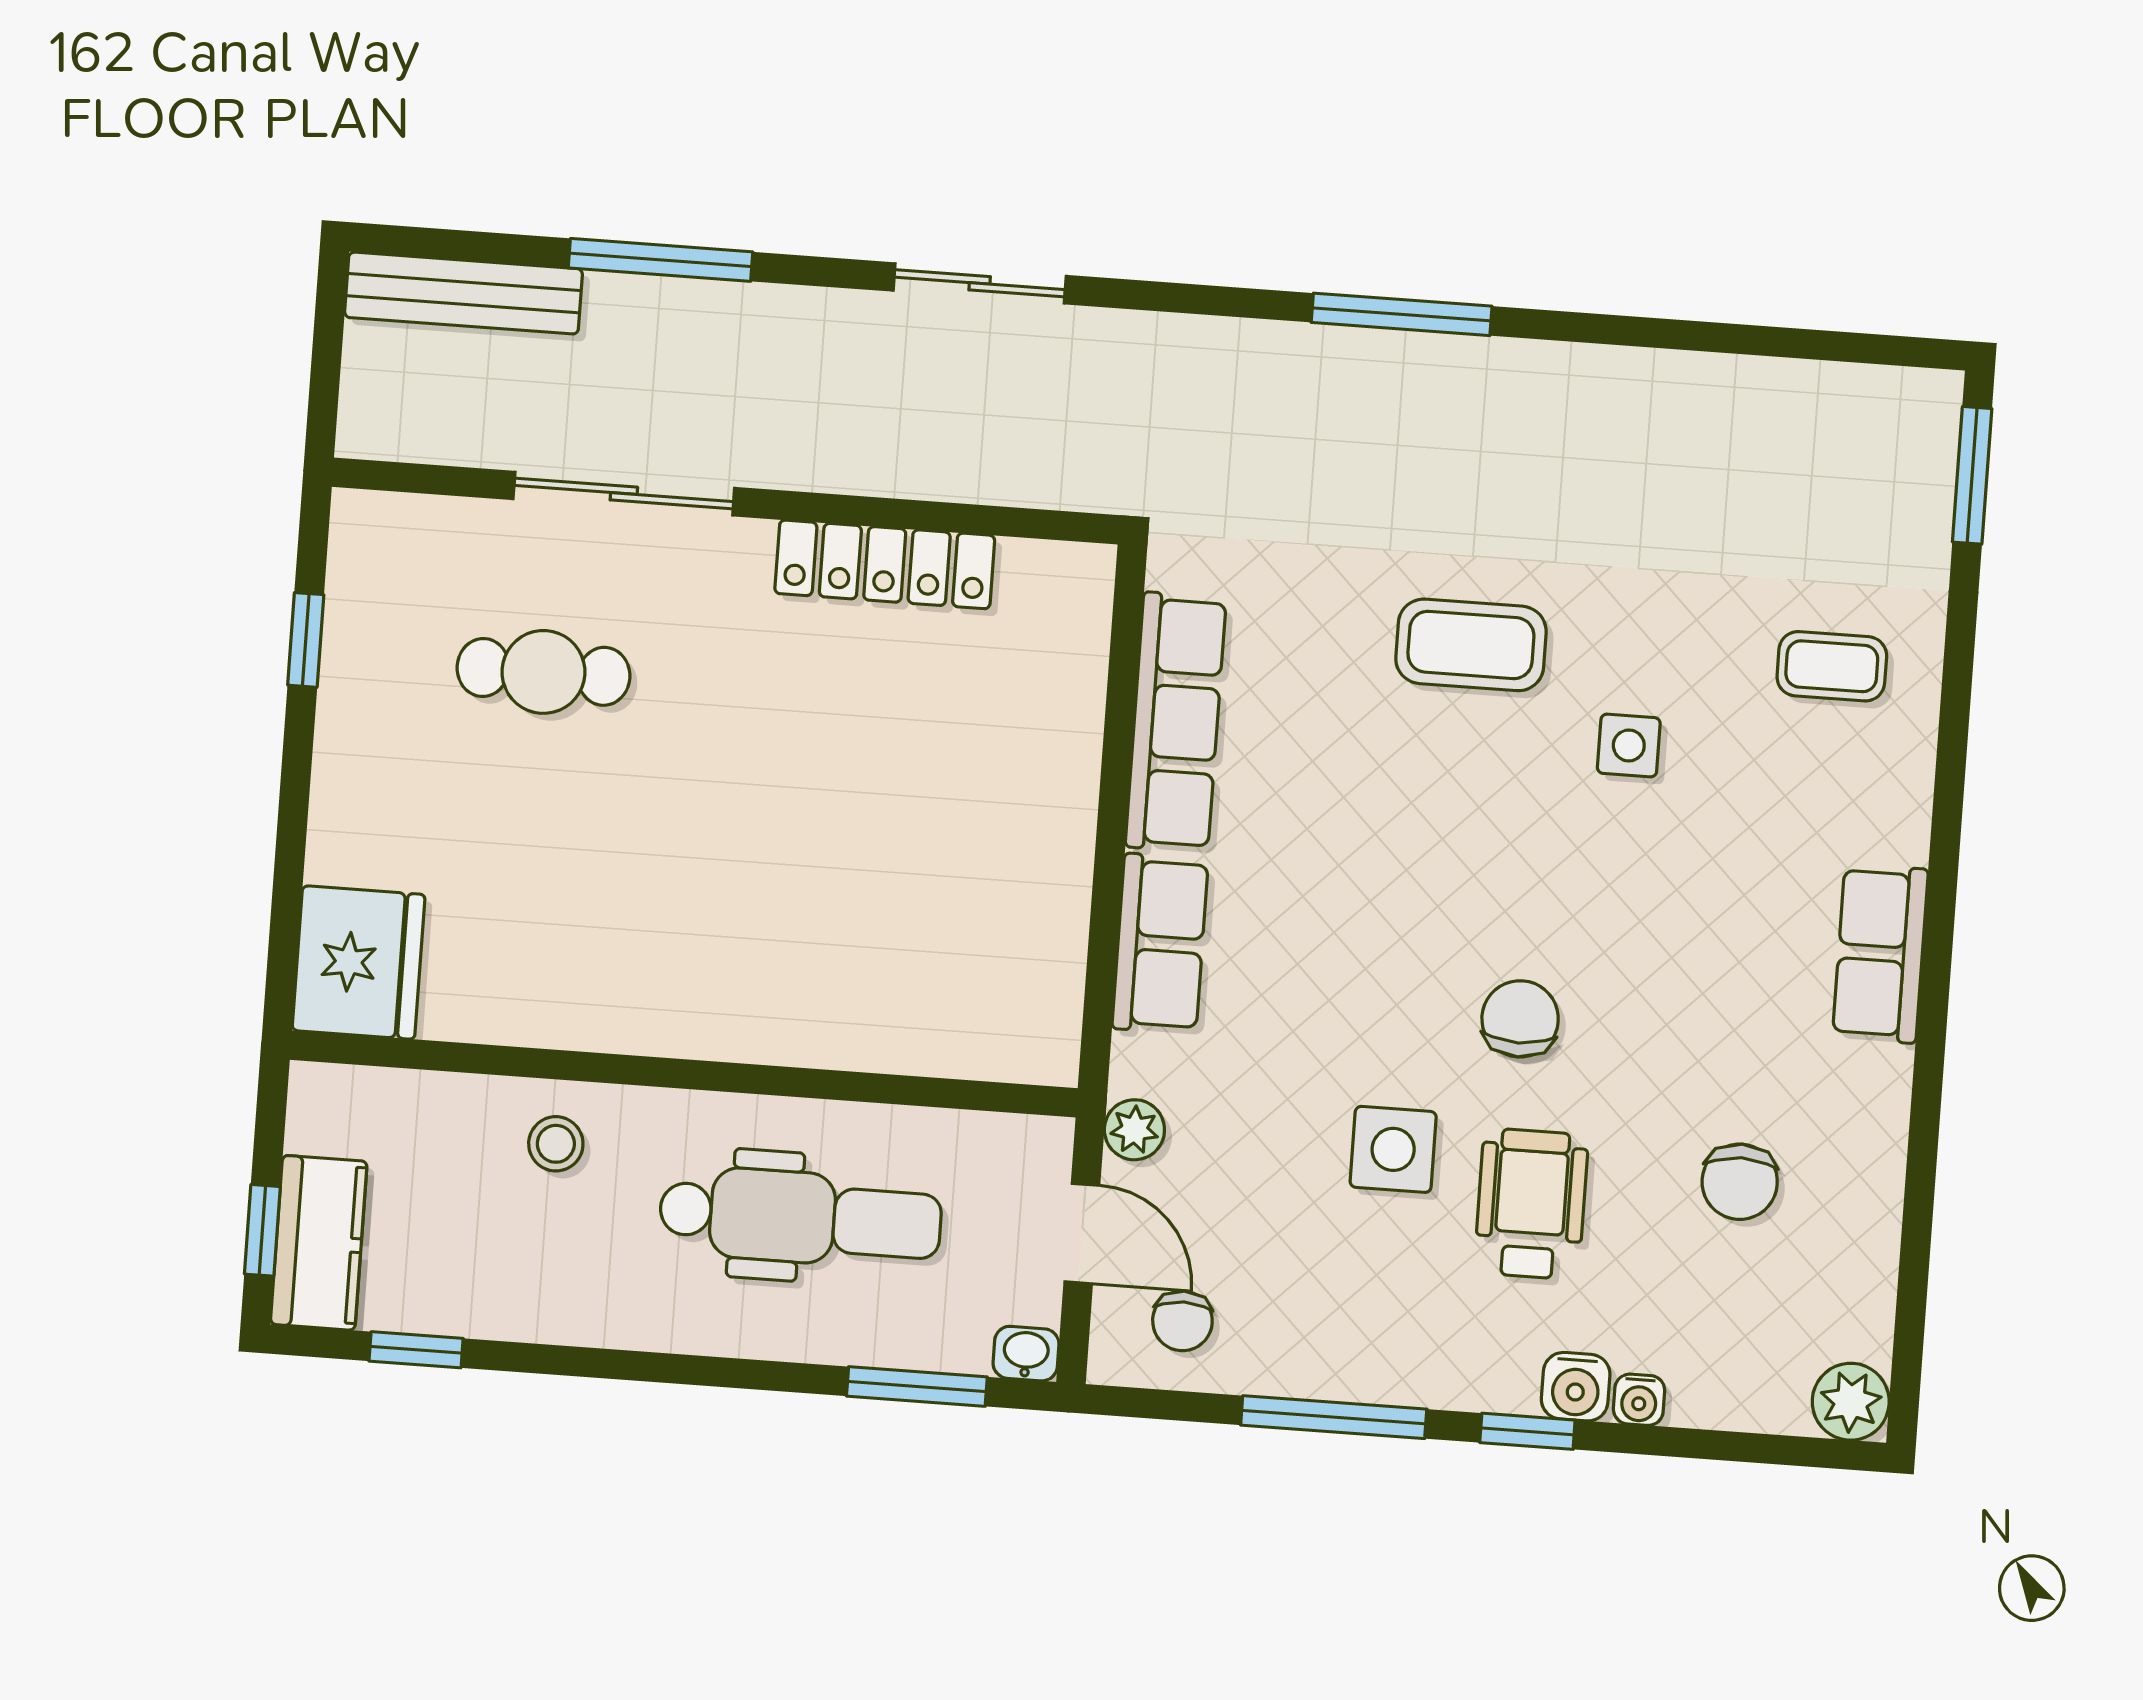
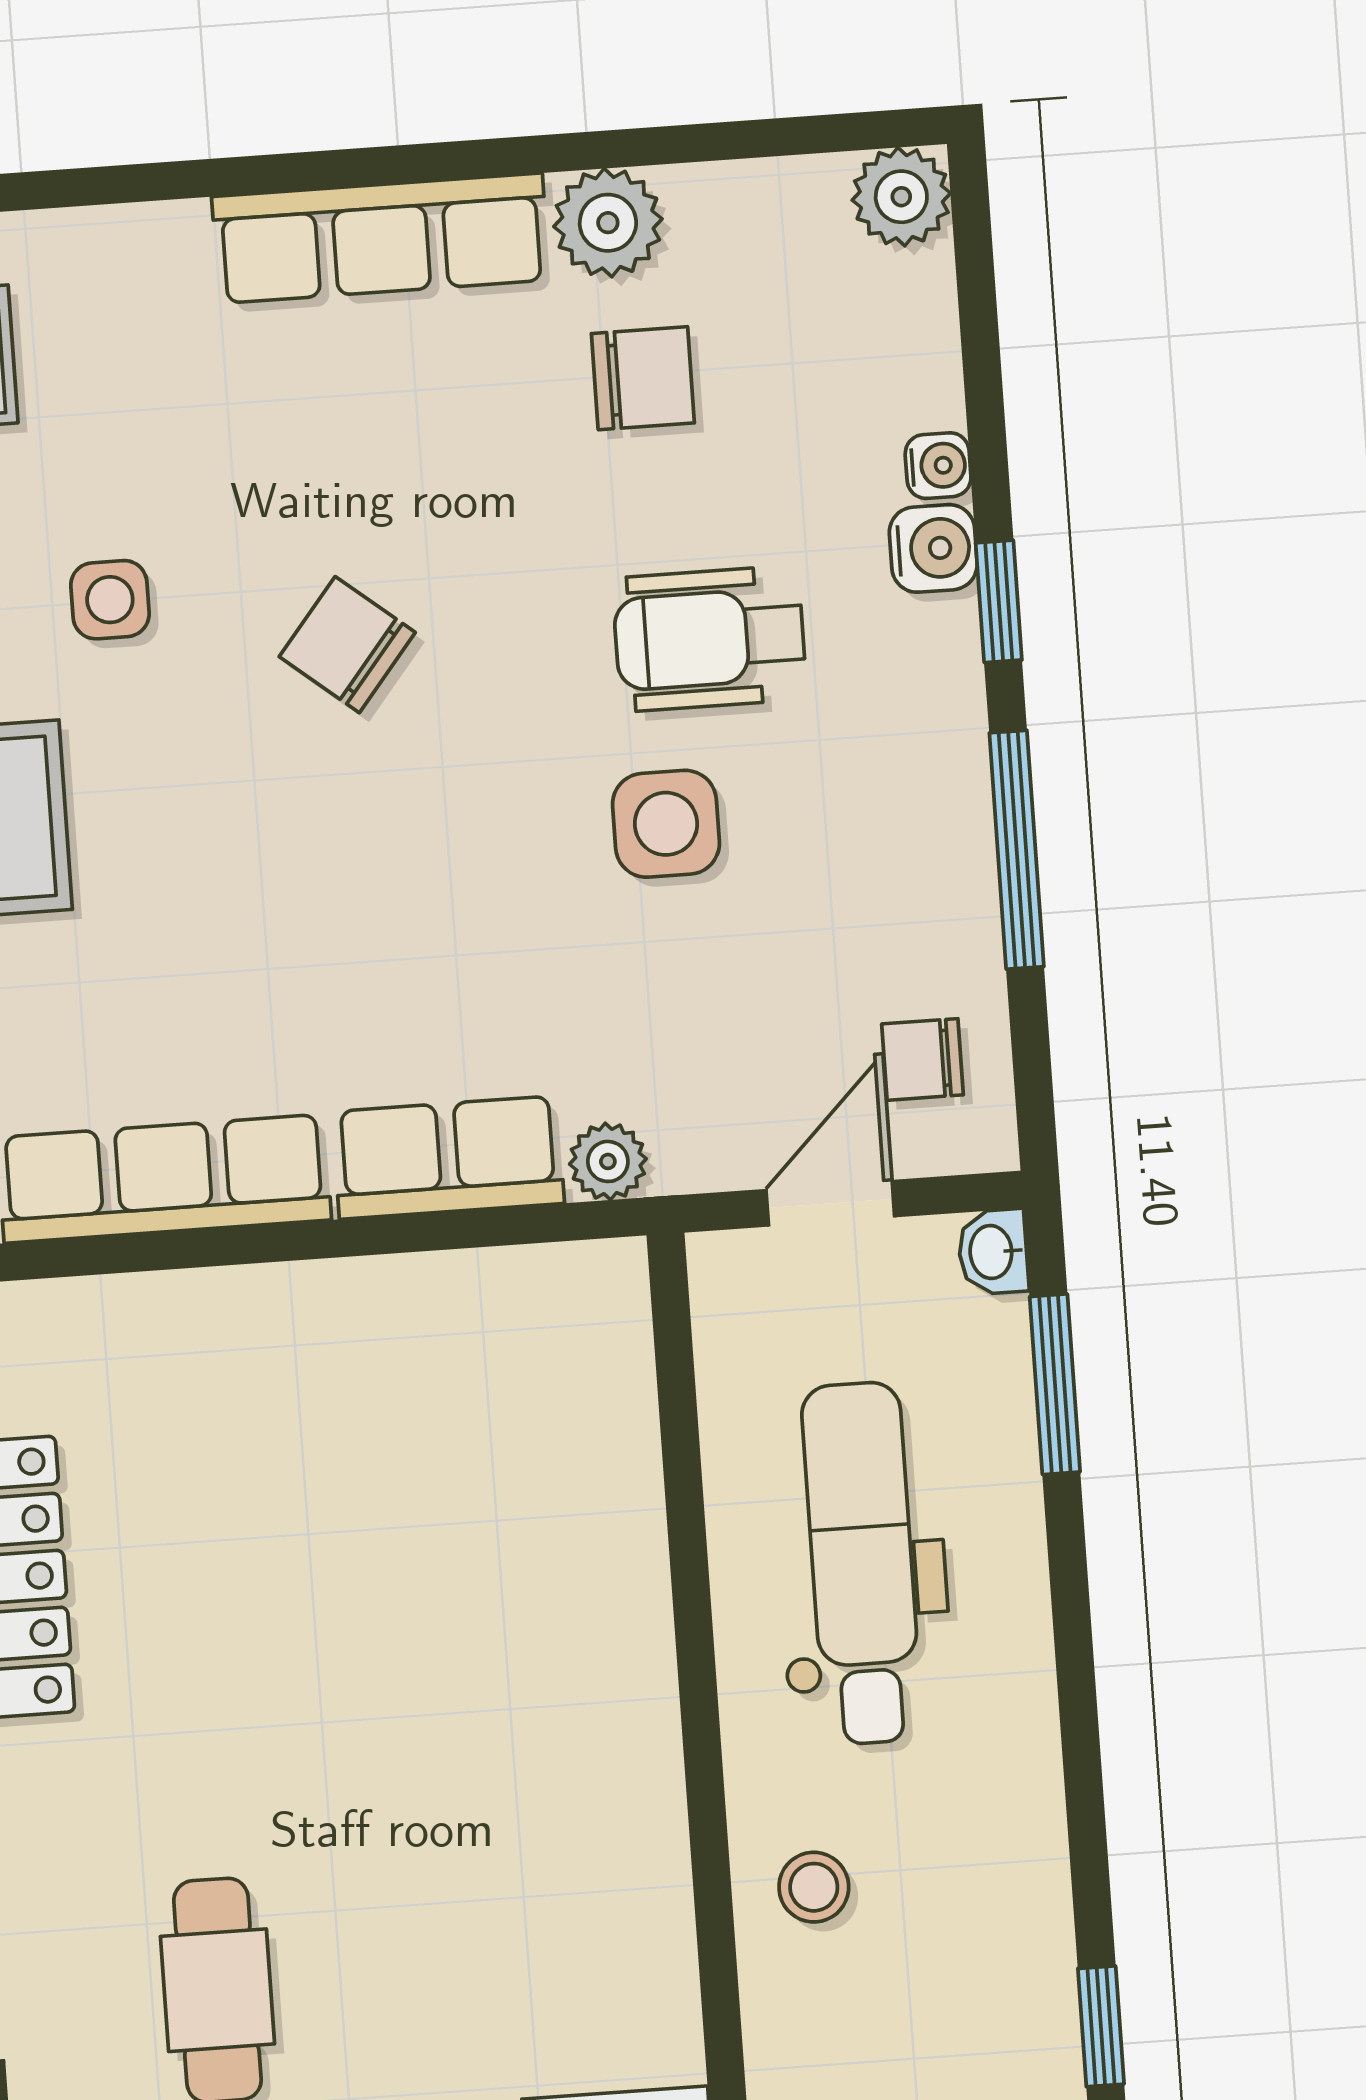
row of seats: (1880, 953) -> (381, 238), width x1.48
chair: (1520, 1019) -> (347, 645), moved, turned 39
plant: (1134, 1130) -> (608, 1161), moved
plant: (1864, 1172) -> (608, 223), added
chair: (1182, 1321) -> (923, 1059), turned 180

